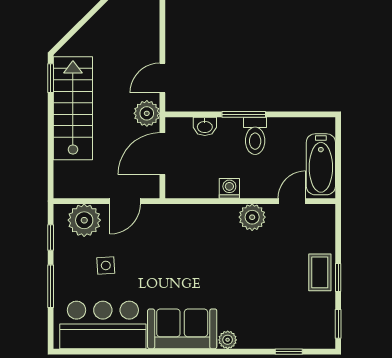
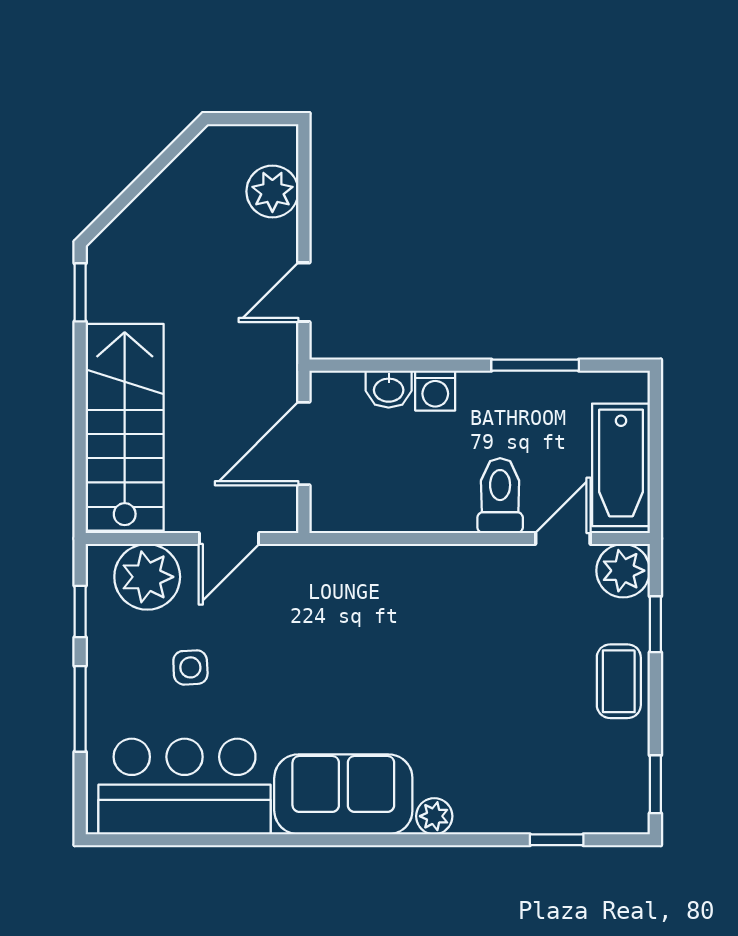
stairs: (73, 108) -> (125, 427), moved
plant: (147, 113) -> (272, 191), moved
window: (244, 114) -> (535, 365), moved
toilet: (255, 136) -> (500, 496), moved, turned 180
washing machine: (229, 188) -> (435, 391), moved, turned 180
plant: (252, 217) -> (623, 571), moved
window: (338, 278) -> (655, 624), moved

